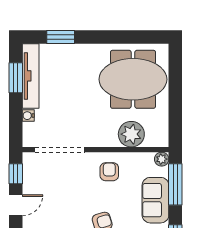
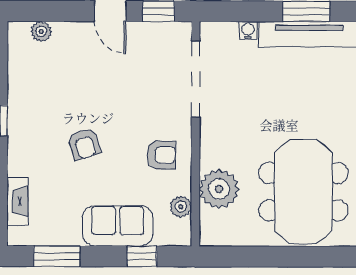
plant: (162, 159) -> (181, 207), moved
window: (175, 184) -> (142, 256), width x0.46

